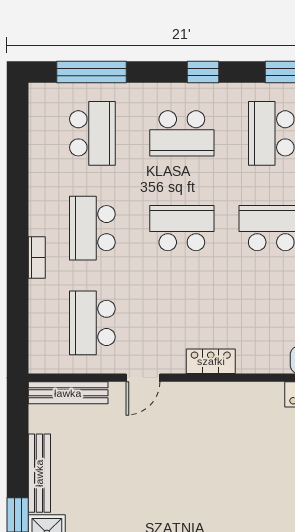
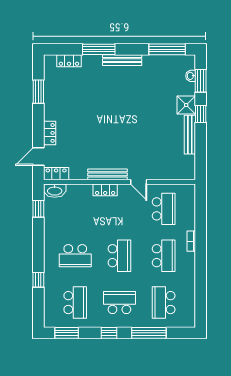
window: (91, 72) -> (149, 333), moved
school desk: (182, 228) -> (119, 256), turned -90
door: (143, 378) -> (139, 182), swing flipped
bench: (68, 393) -> (108, 174), moved

